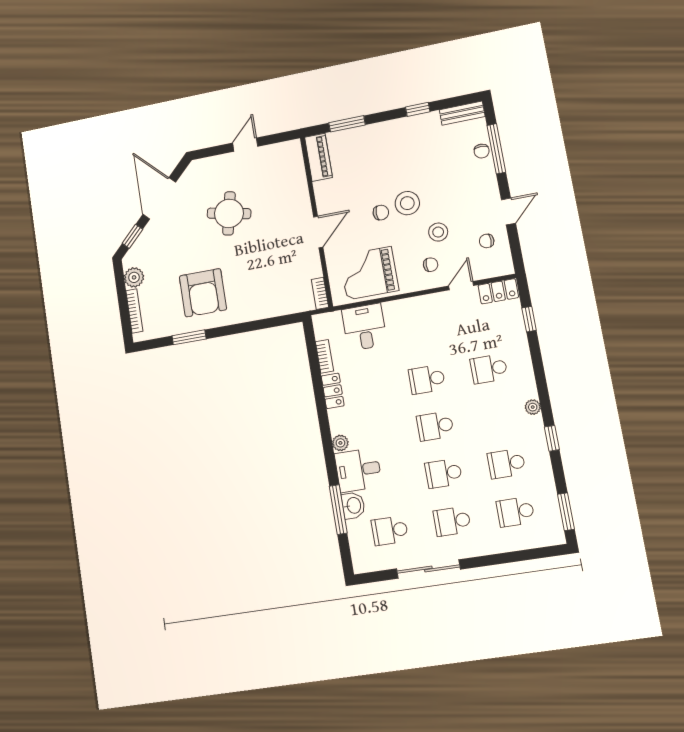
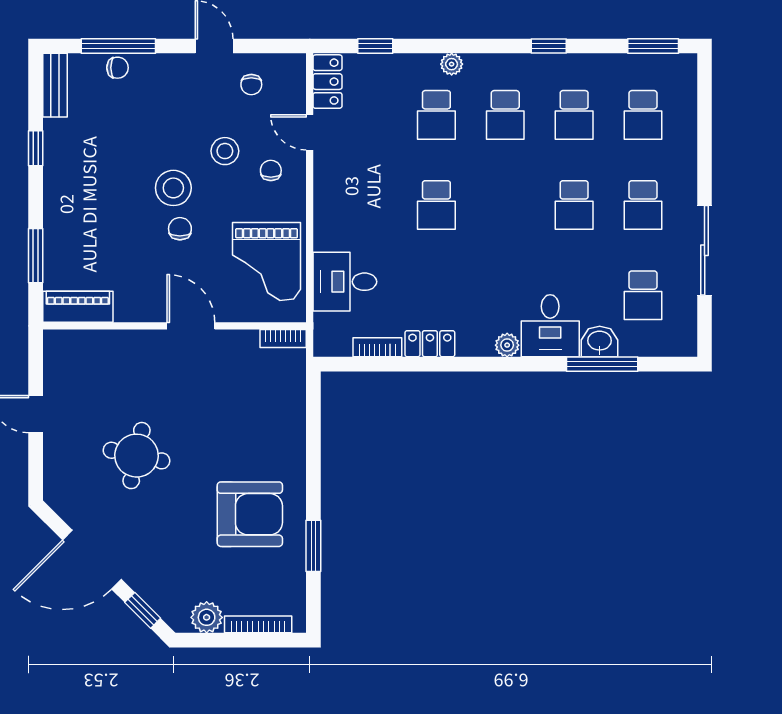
plant: (533, 407) -> (452, 64), moved
school desk: (435, 426) -> (505, 115), moved

